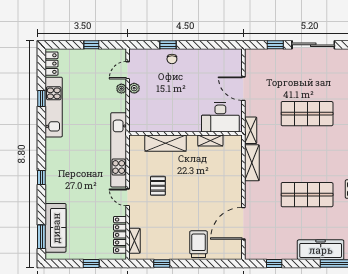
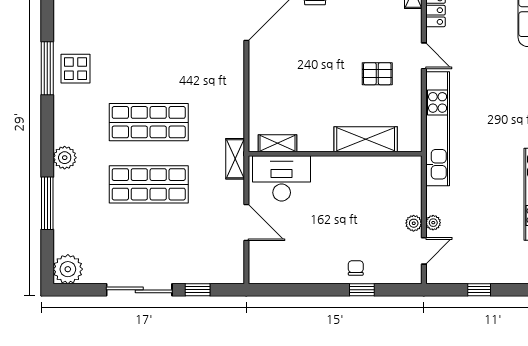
shelving: (210, 140) -> (278, 143), moved
shelving: (252, 163) -> (233, 109), removed
pallet: (158, 186) -> (377, 74), turned 90
shop shelf: (307, 195) -> (149, 122), moved

